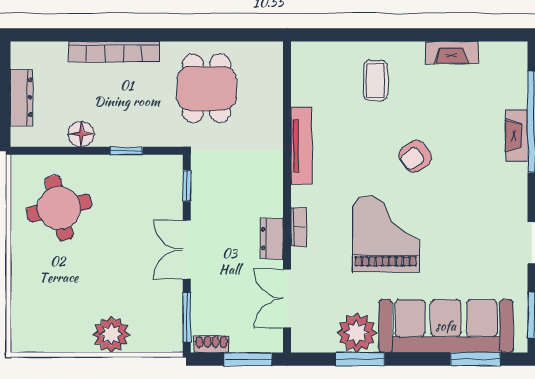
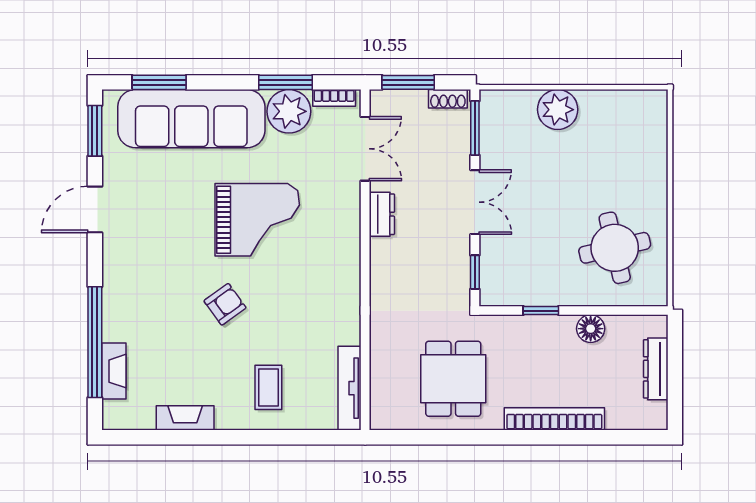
fireplace: (517, 136) -> (114, 371), moved
tv unit: (301, 146) -> (350, 388), moved
bookcase: (299, 227) -> (334, 98), moved, turned -90
grand piano: (386, 234) -> (257, 220), turned -90

